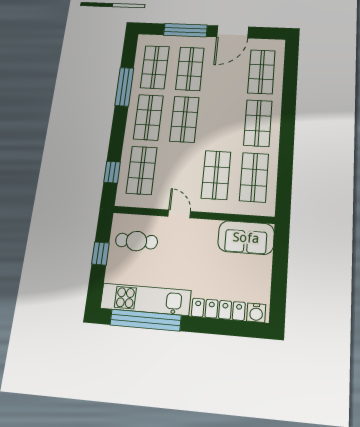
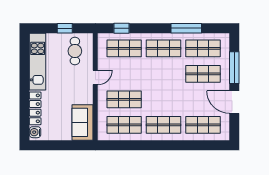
shop shelf: (184, 119) -> (164, 74), removed
window: (146, 320) -> (25, 63), removed

